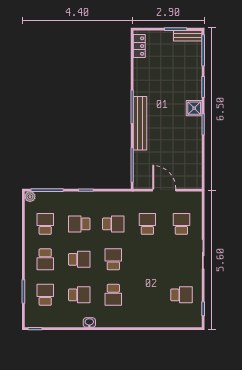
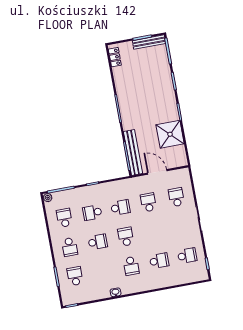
bench: (188, 36) -> (149, 42), width x1.36
shower: (194, 108) -> (170, 134), moved, width x1.86, depth x1.86
bench: (140, 123) -> (133, 152), moved
school desk: (79, 295) -> (159, 261), moved

